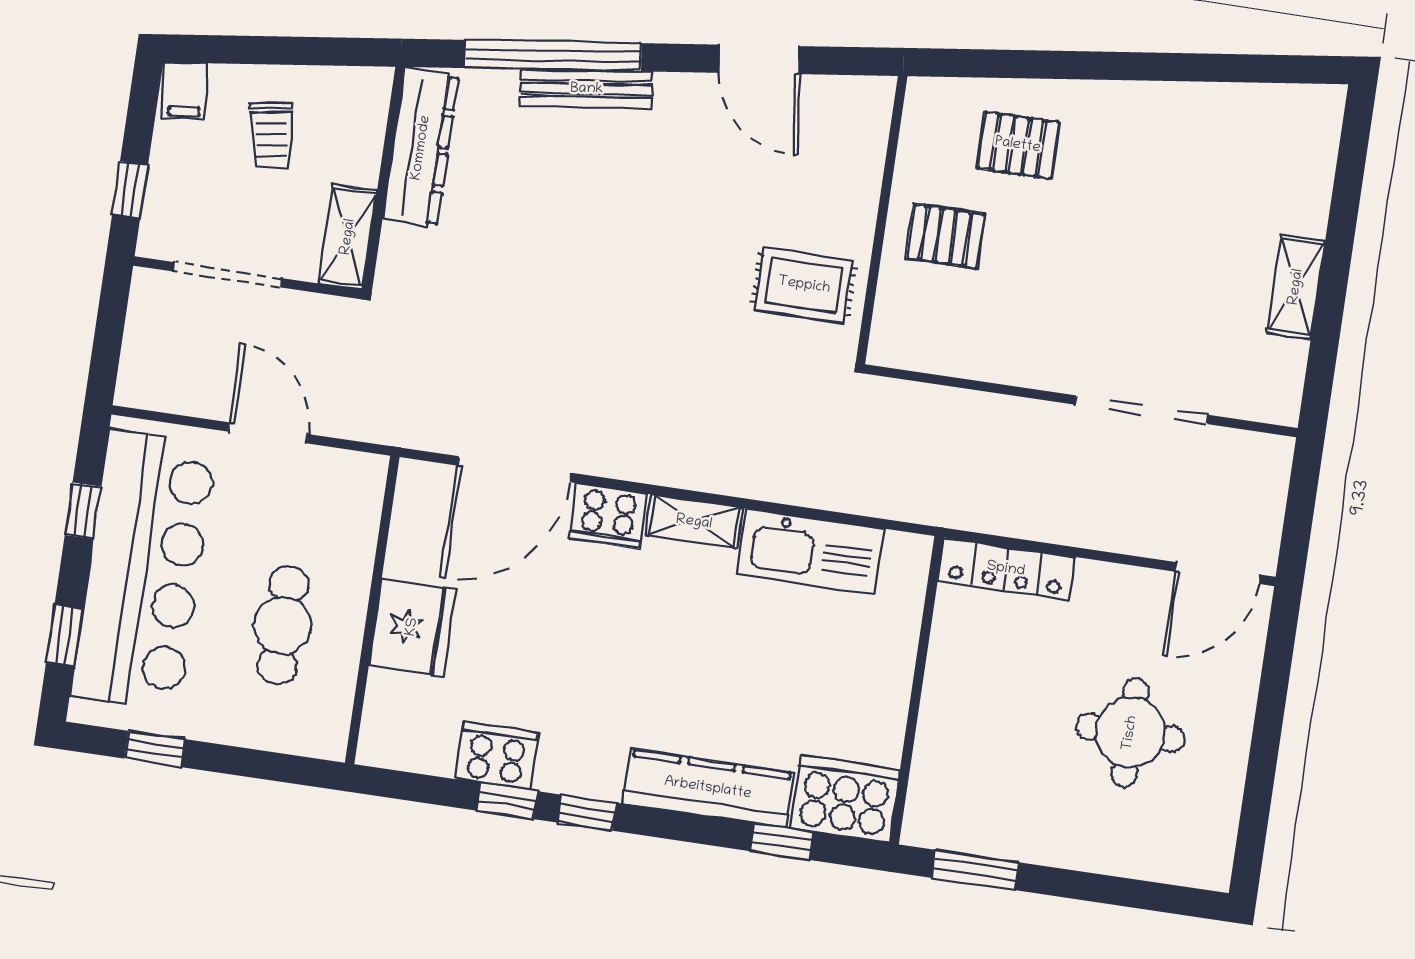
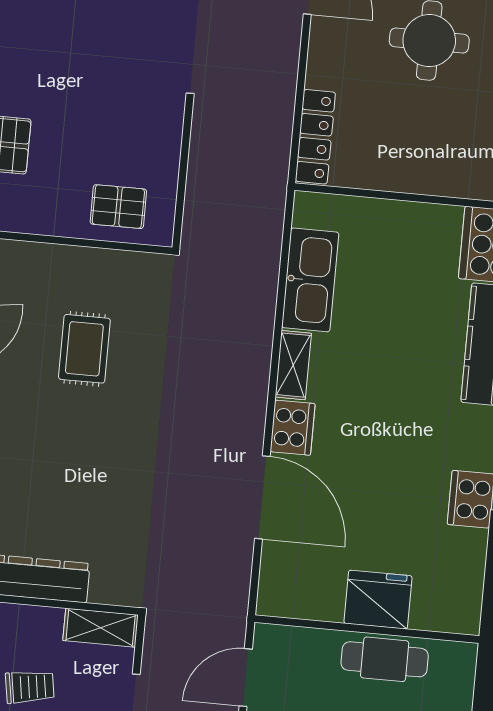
pallet: (946, 236) -> (118, 207), moved, turned 90
rug: (804, 285) -> (84, 349), moved
wall: (372, 610) -> (367, 629), moved
fridge: (412, 627) -> (378, 600), moved

